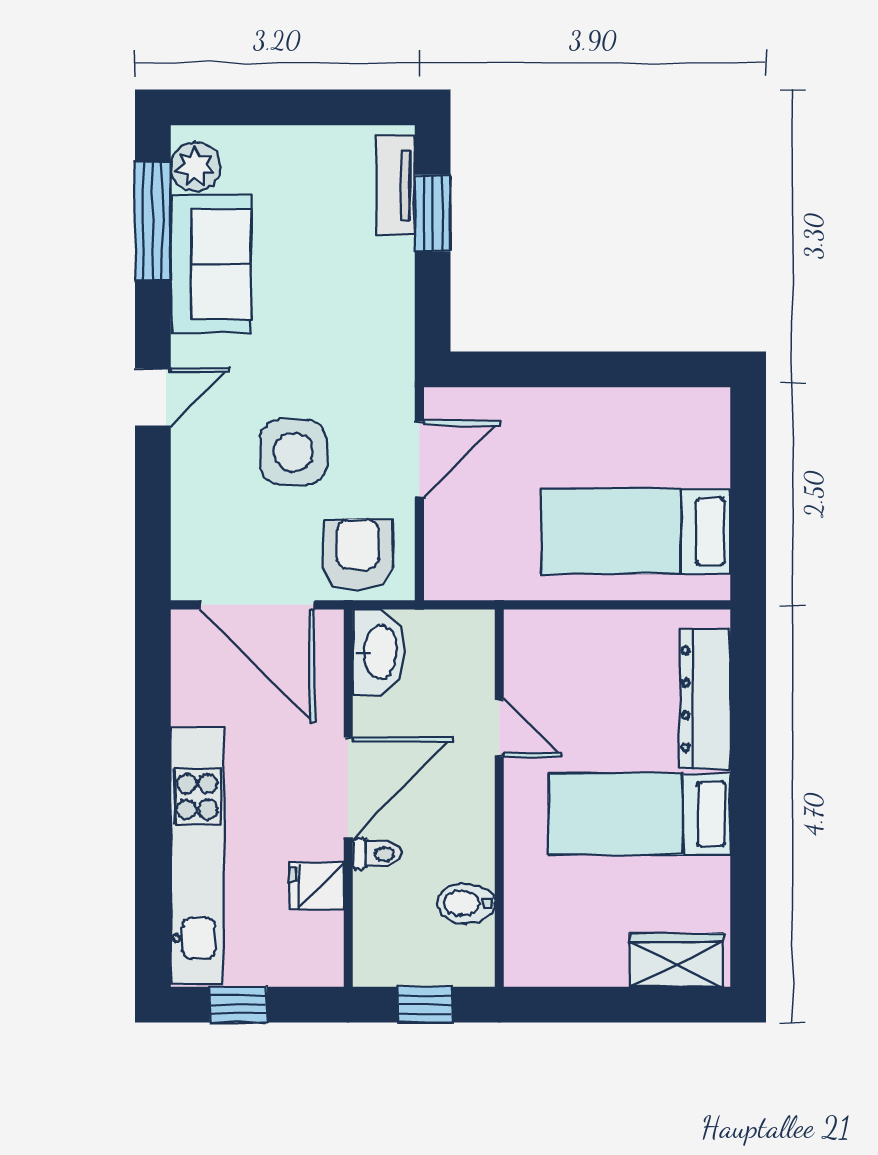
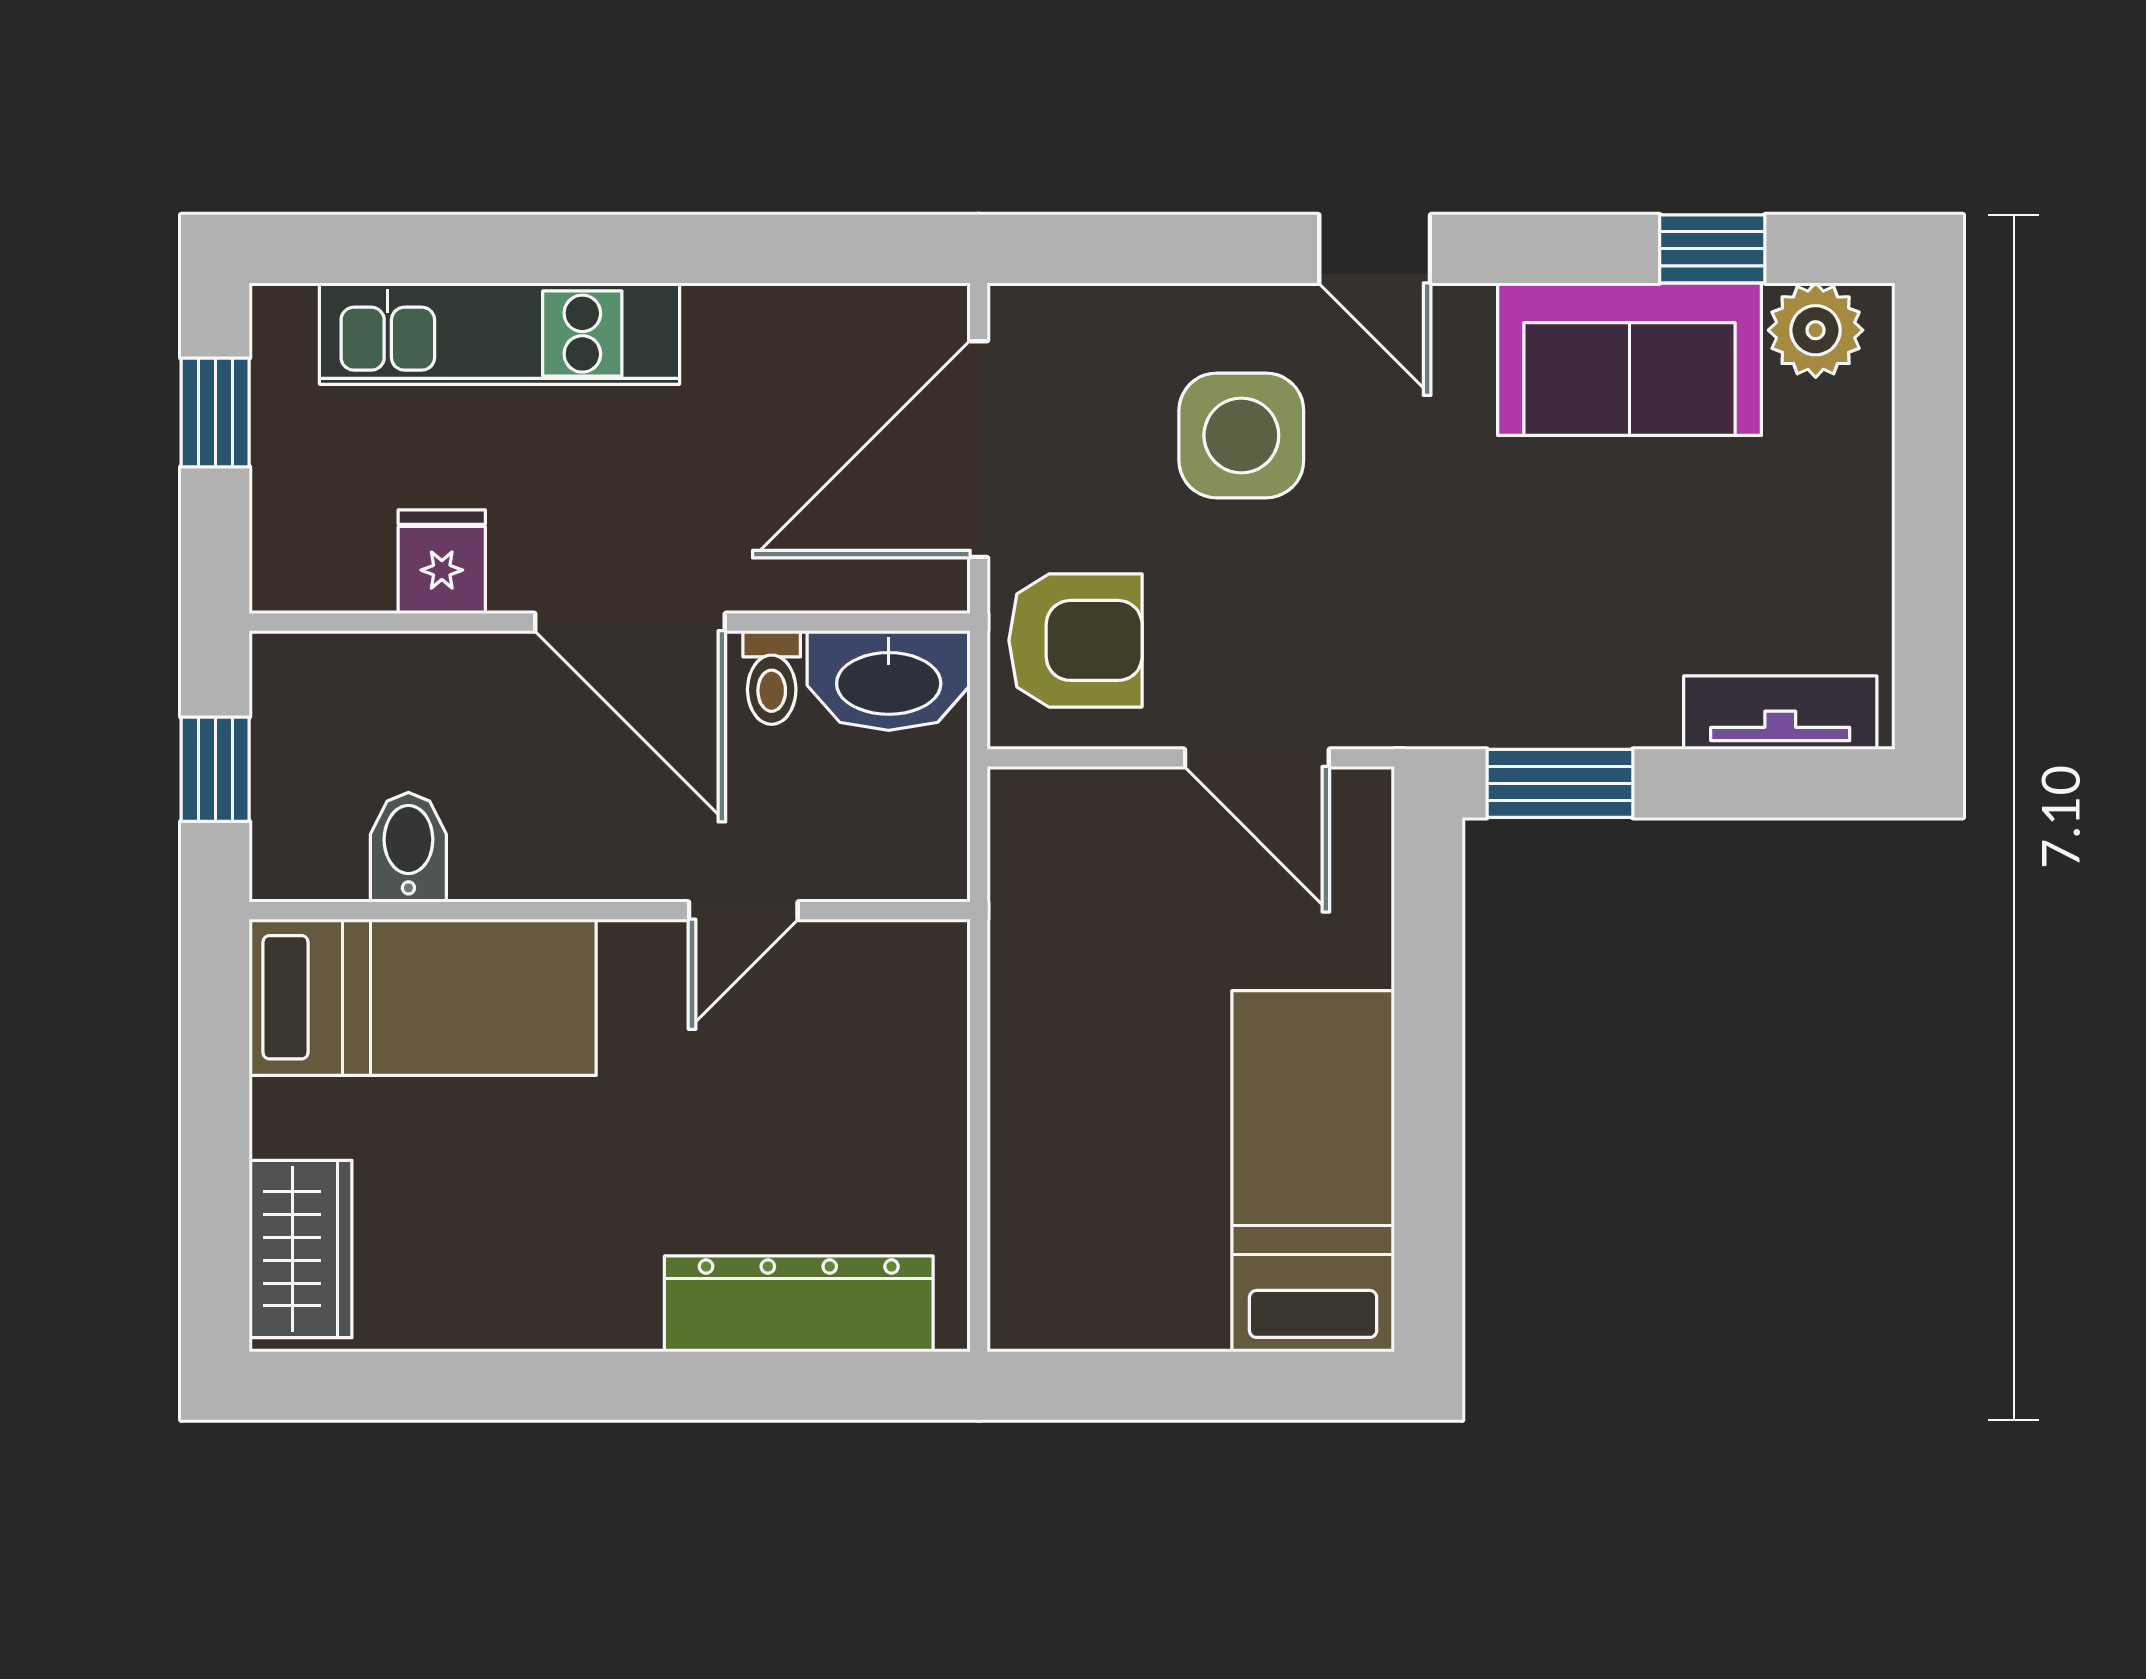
window: (433, 213) -> (1560, 783), moved
window: (153, 221) -> (1712, 249), width x0.46
side table: (293, 452) -> (1241, 435), moved
bed: (636, 531) -> (1313, 1171), moved
bed: (639, 814) -> (423, 997), moved, turned 90
toilet: (377, 854) -> (772, 678), moved
kitchen unit: (197, 856) -> (499, 334), width x0.73

